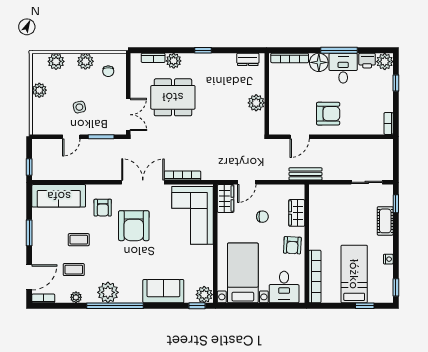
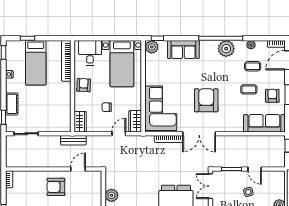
door: (71, 137) -> (255, 169), swing flipped
armchair: (103, 208) -> (272, 96), moved
wardrobe: (297, 213) -> (80, 122), moved

